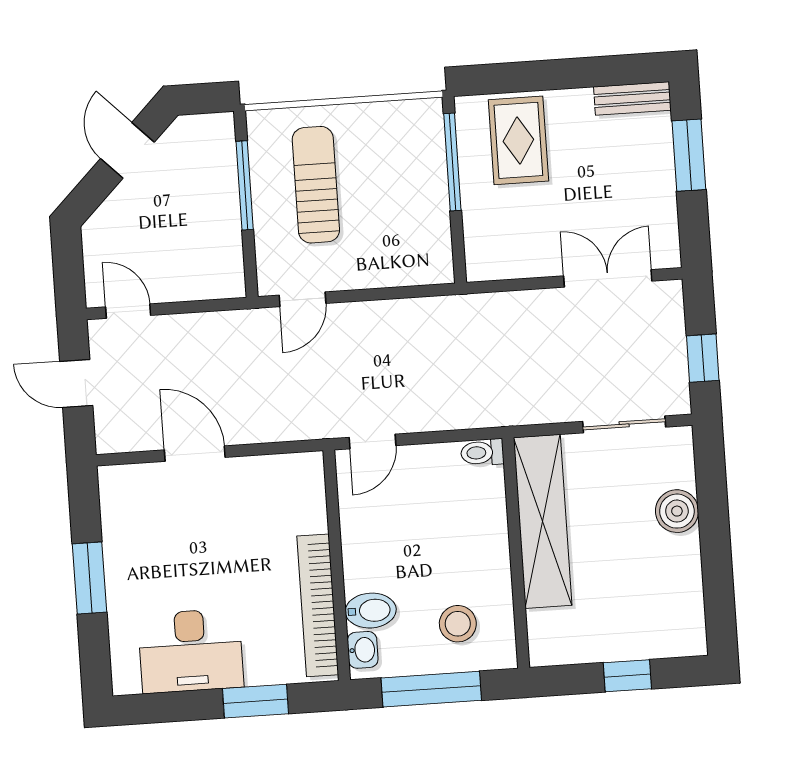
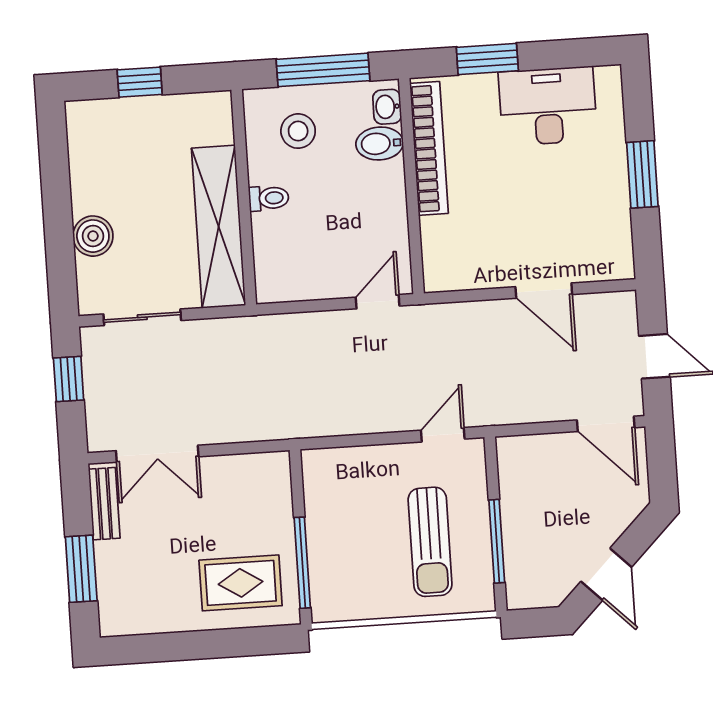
bench: (632, 98) -> (104, 504), moved, turned 90
rug: (518, 140) -> (241, 583), turned 90
door: (128, 311) -> (606, 424), width x1.38
toilet: (482, 452) -> (269, 198), moved

